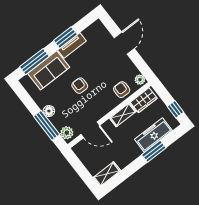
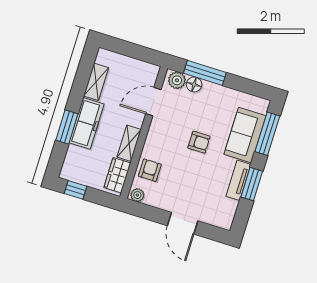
armchair: (122, 90) -> (150, 170), turned -90
floor lamp: (49, 111) -> (194, 84), moved
freezer: (153, 135) -> (87, 123), moved
shelving: (107, 174) -> (96, 82), moved

